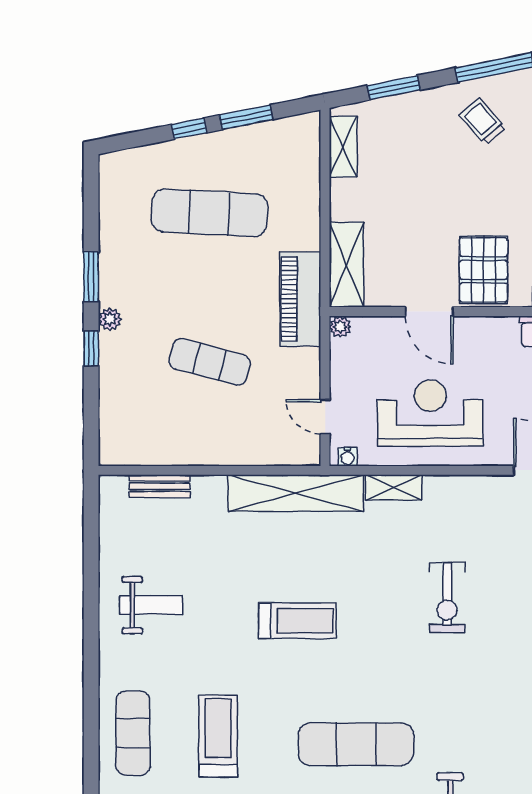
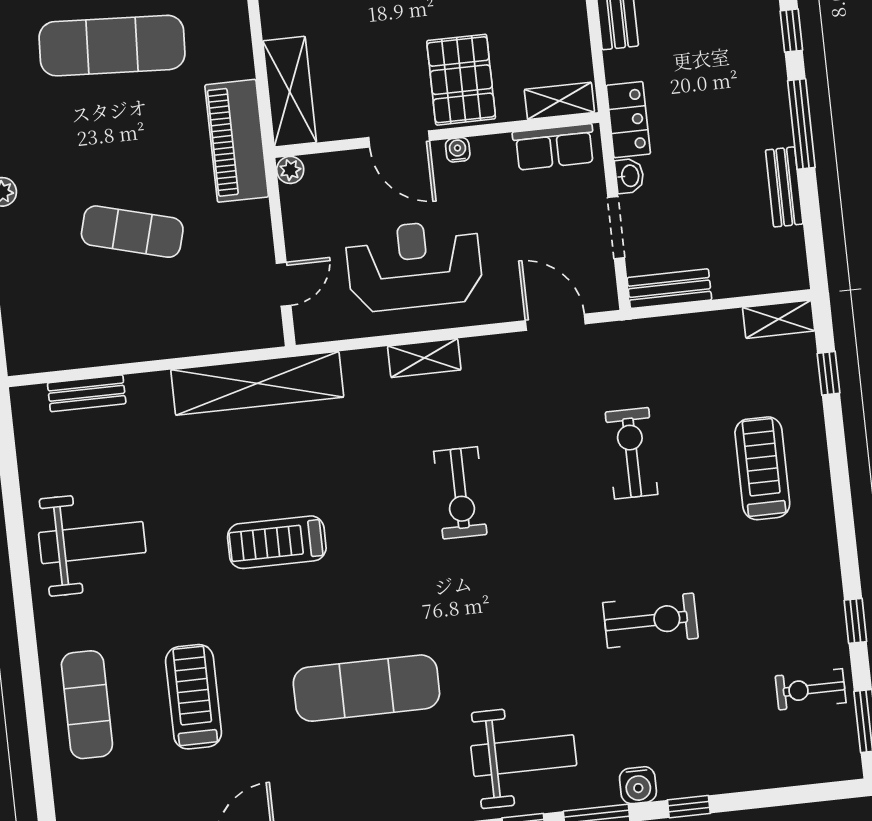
door: (325, 417) -> (284, 284), swing flipped
water cooler: (348, 457) -> (458, 150), moved, turned 180
shelving: (394, 487) -> (424, 358), moved
weight bench: (151, 605) -> (92, 543), width x1.36, depth x1.33
treadmill: (297, 621) -> (277, 542), turned 180

